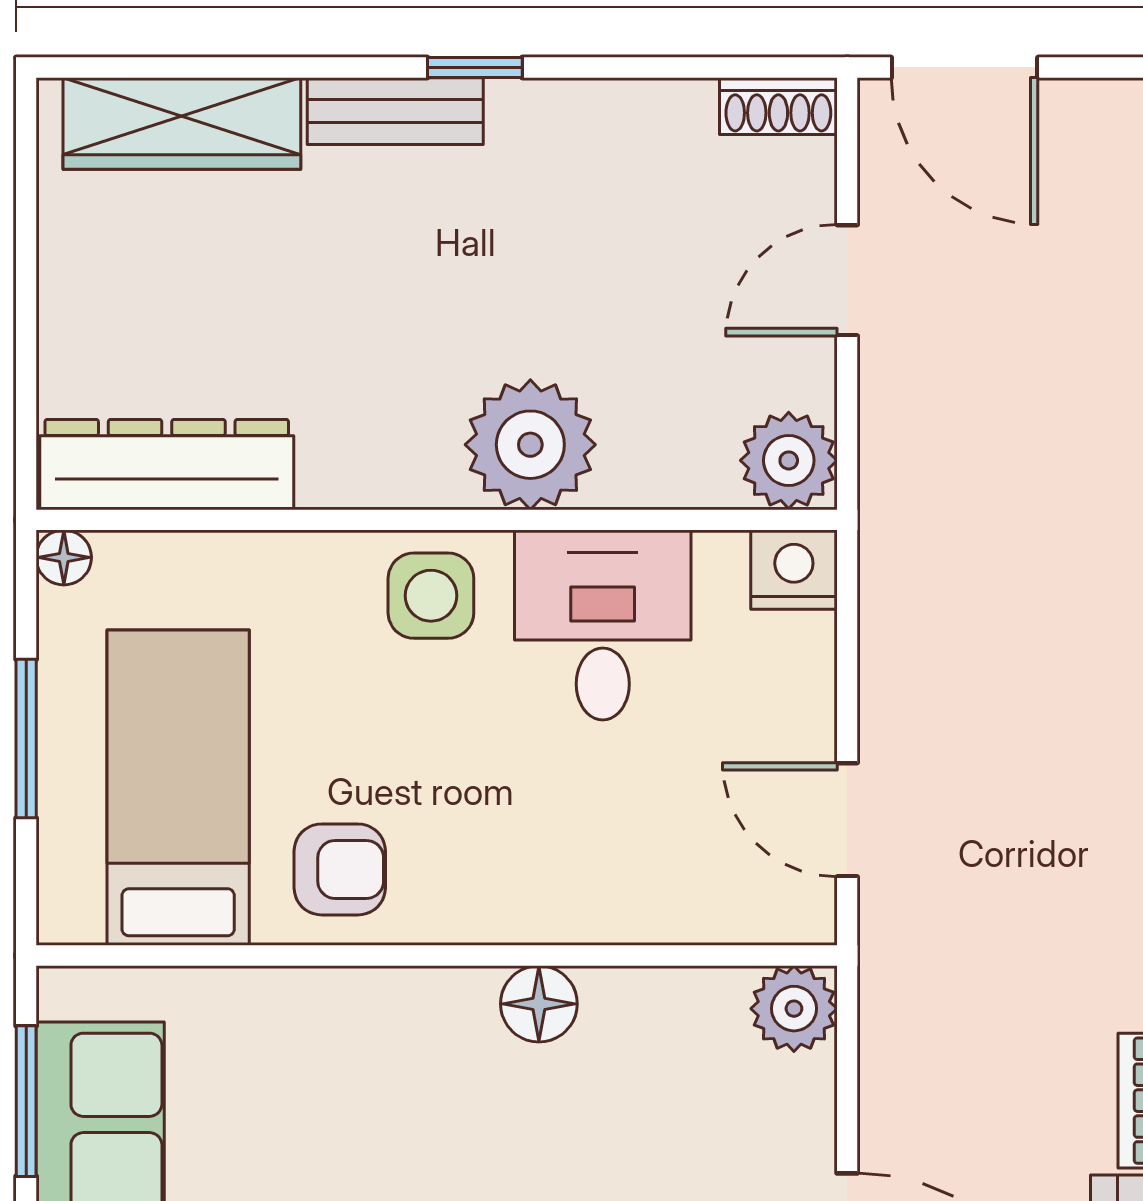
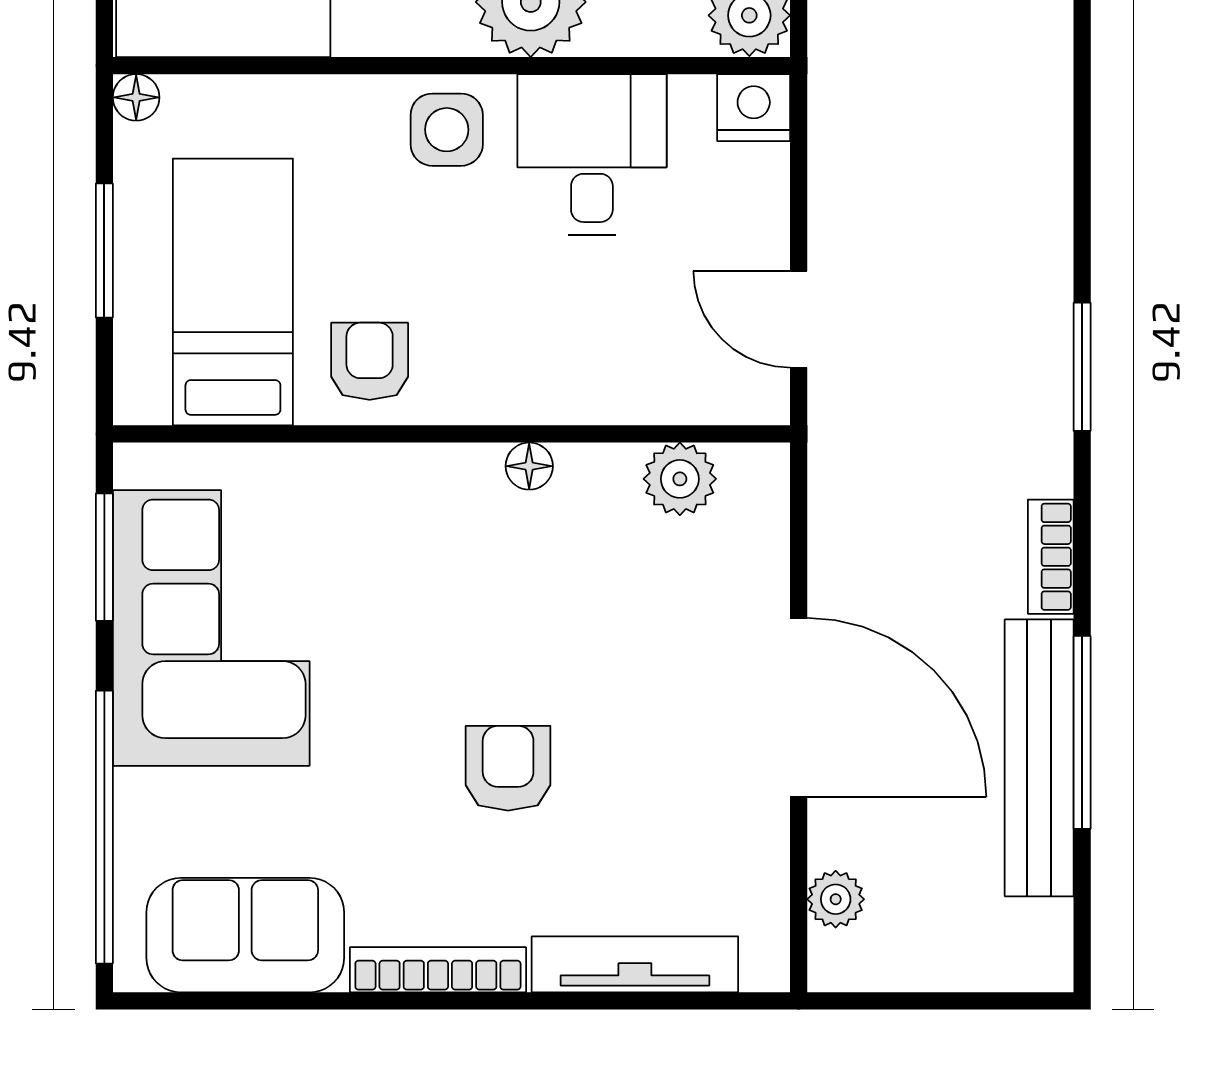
armchair: (340, 869) -> (370, 361), turned -90
floor lamp: (539, 1004) -> (529, 466), width x0.73, depth x0.73
plant: (794, 1009) -> (680, 479), moved

